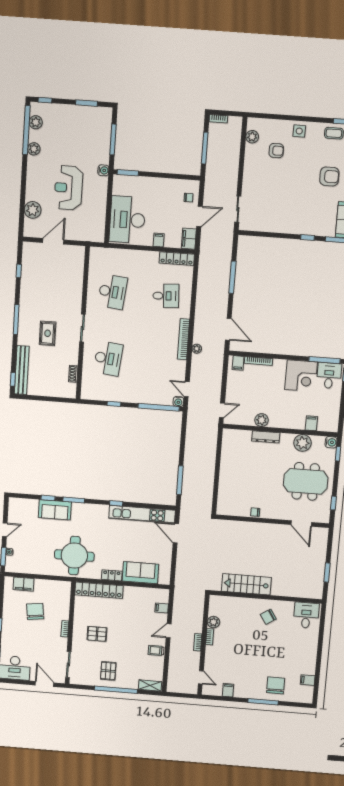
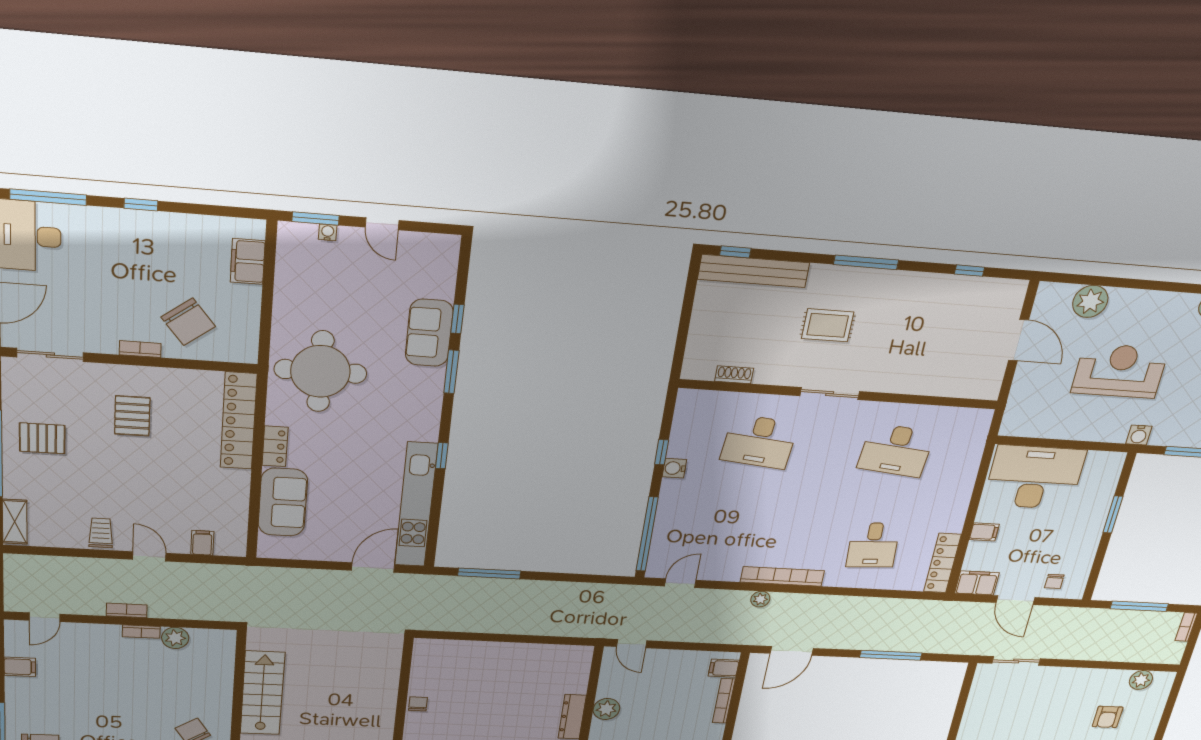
window: (128, 173) -> (1113, 514), moved
water cooler: (178, 402) -> (674, 468), moved
chair: (35, 611) -> (188, 322), moved, turned 59

